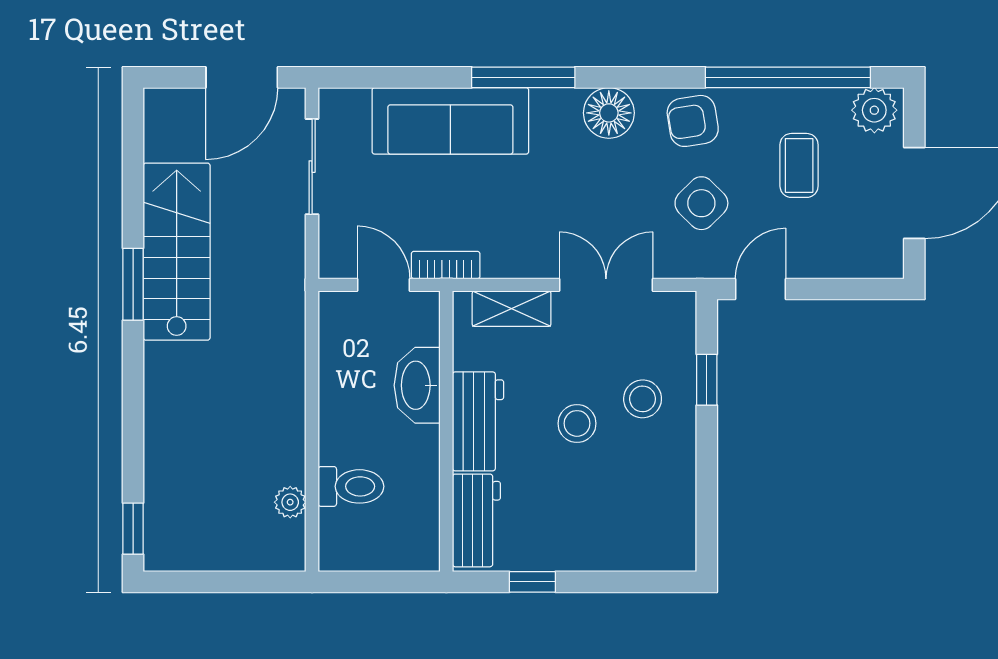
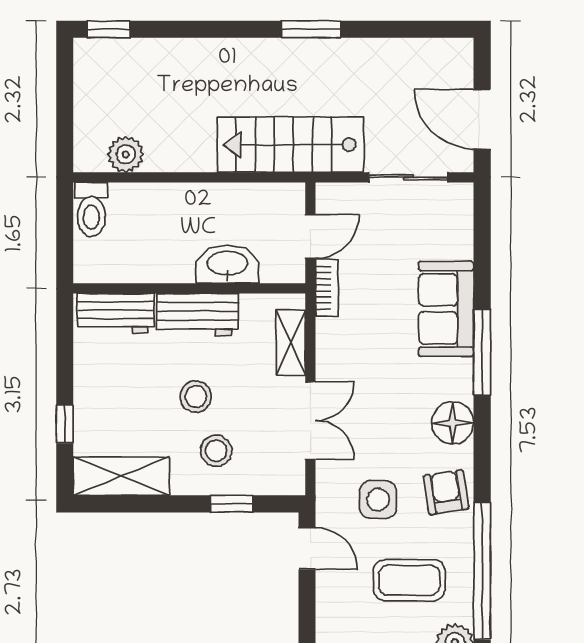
sofa: (450, 121) -> (446, 309), width x0.73
coffee table: (799, 165) -> (409, 580), width x1.36, depth x1.30
side table: (701, 203) -> (378, 499), turned 45
stairs: (177, 252) -> (290, 145), moved, turned 180
toilet: (351, 486) -> (91, 210), moved
plant: (290, 502) -> (126, 154), width x1.38, depth x1.38
shelving: (673, 513) -> (121, 476), added
window: (532, 582) -> (65, 424), moved

